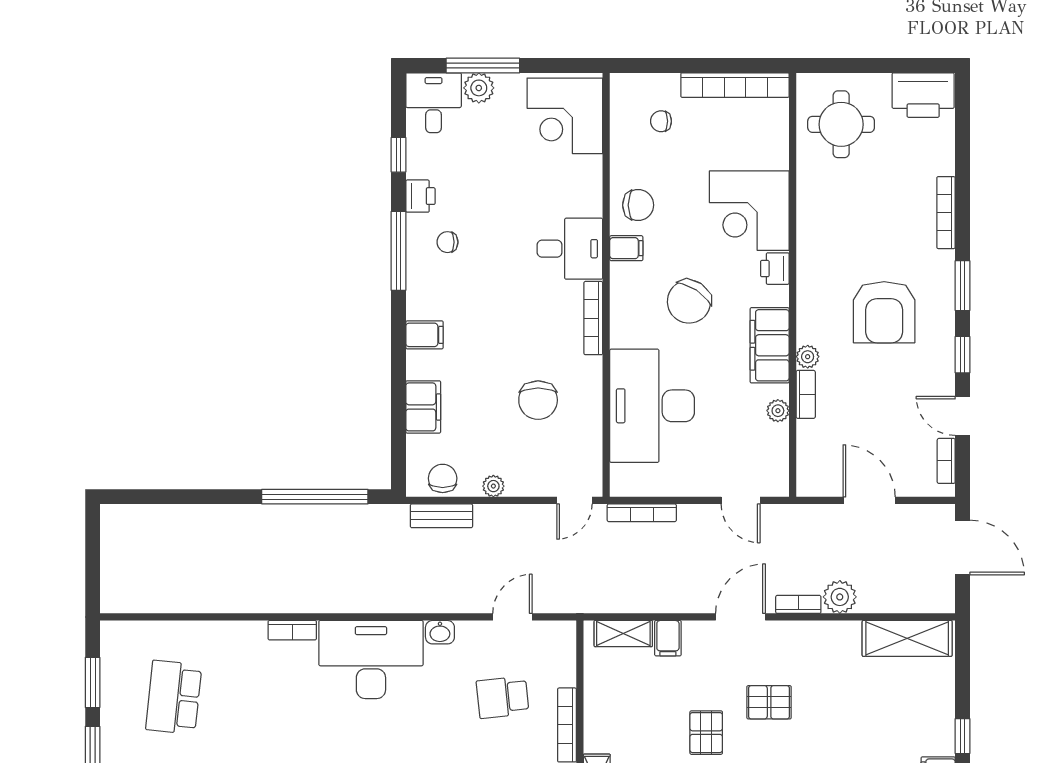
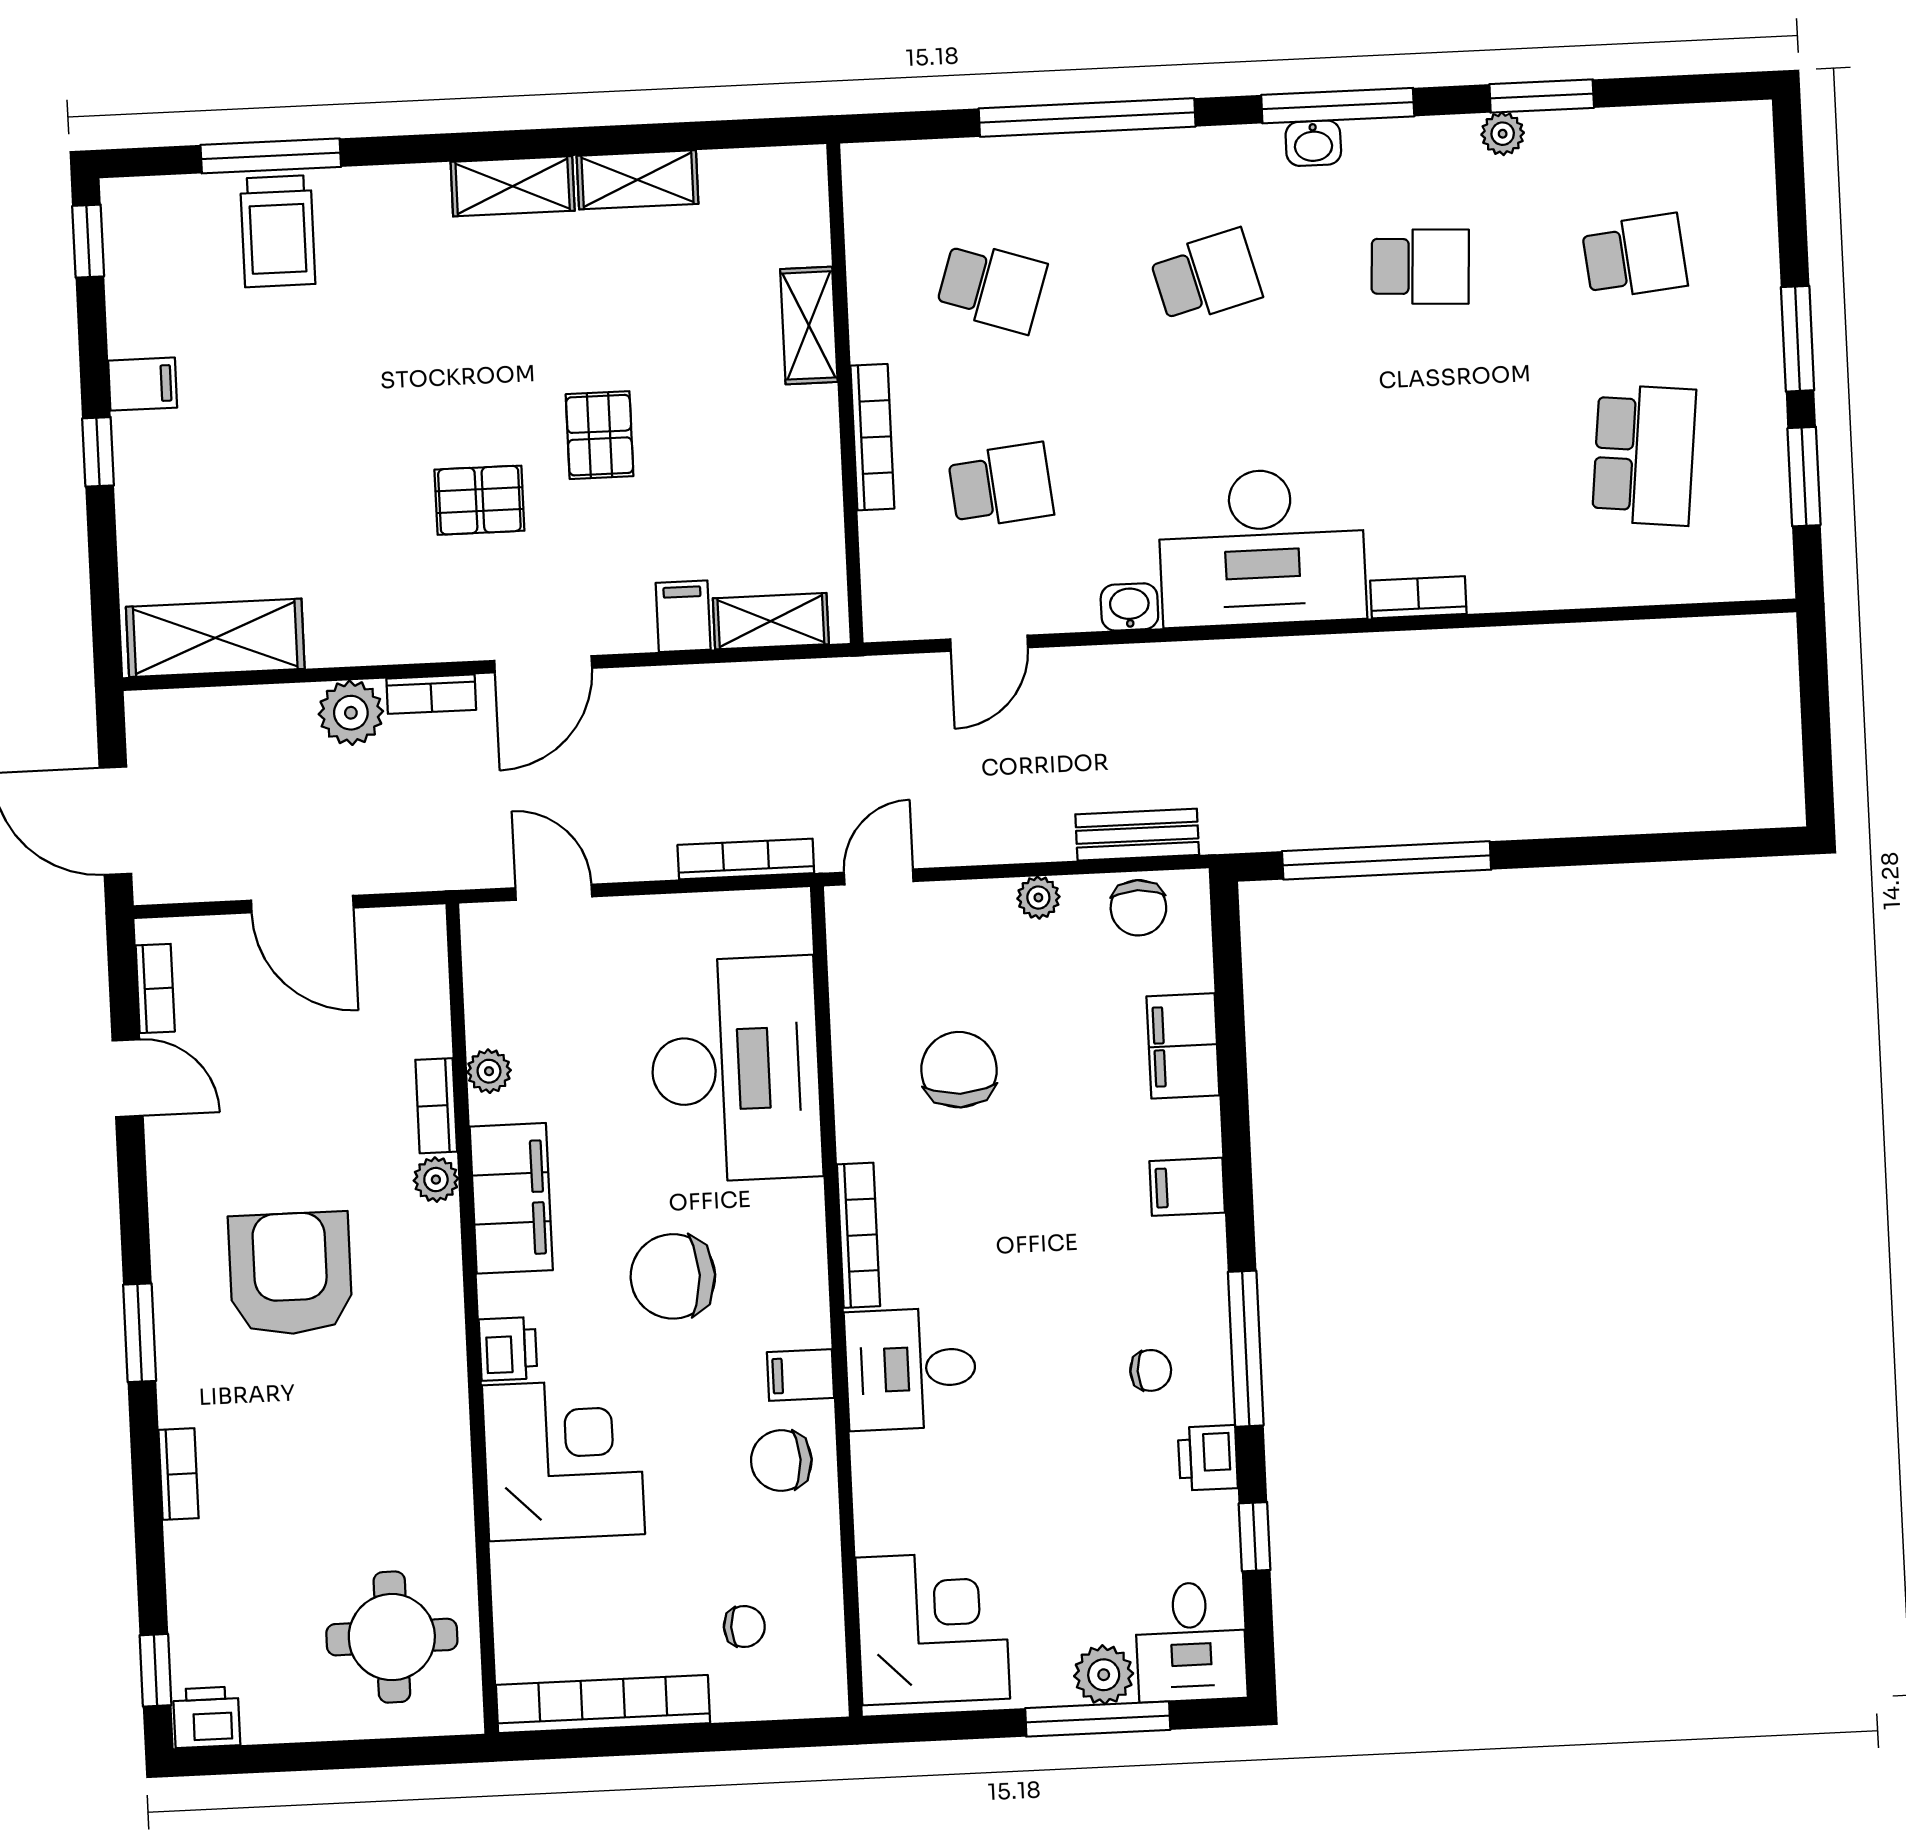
printer: (923, 95) -> (207, 1717), width x0.53, depth x0.68
bookcase: (946, 213) -> (179, 1474), width x0.64
chair: (689, 302) -> (673, 1276), turned -124
window: (962, 355) -> (156, 1670), moved

